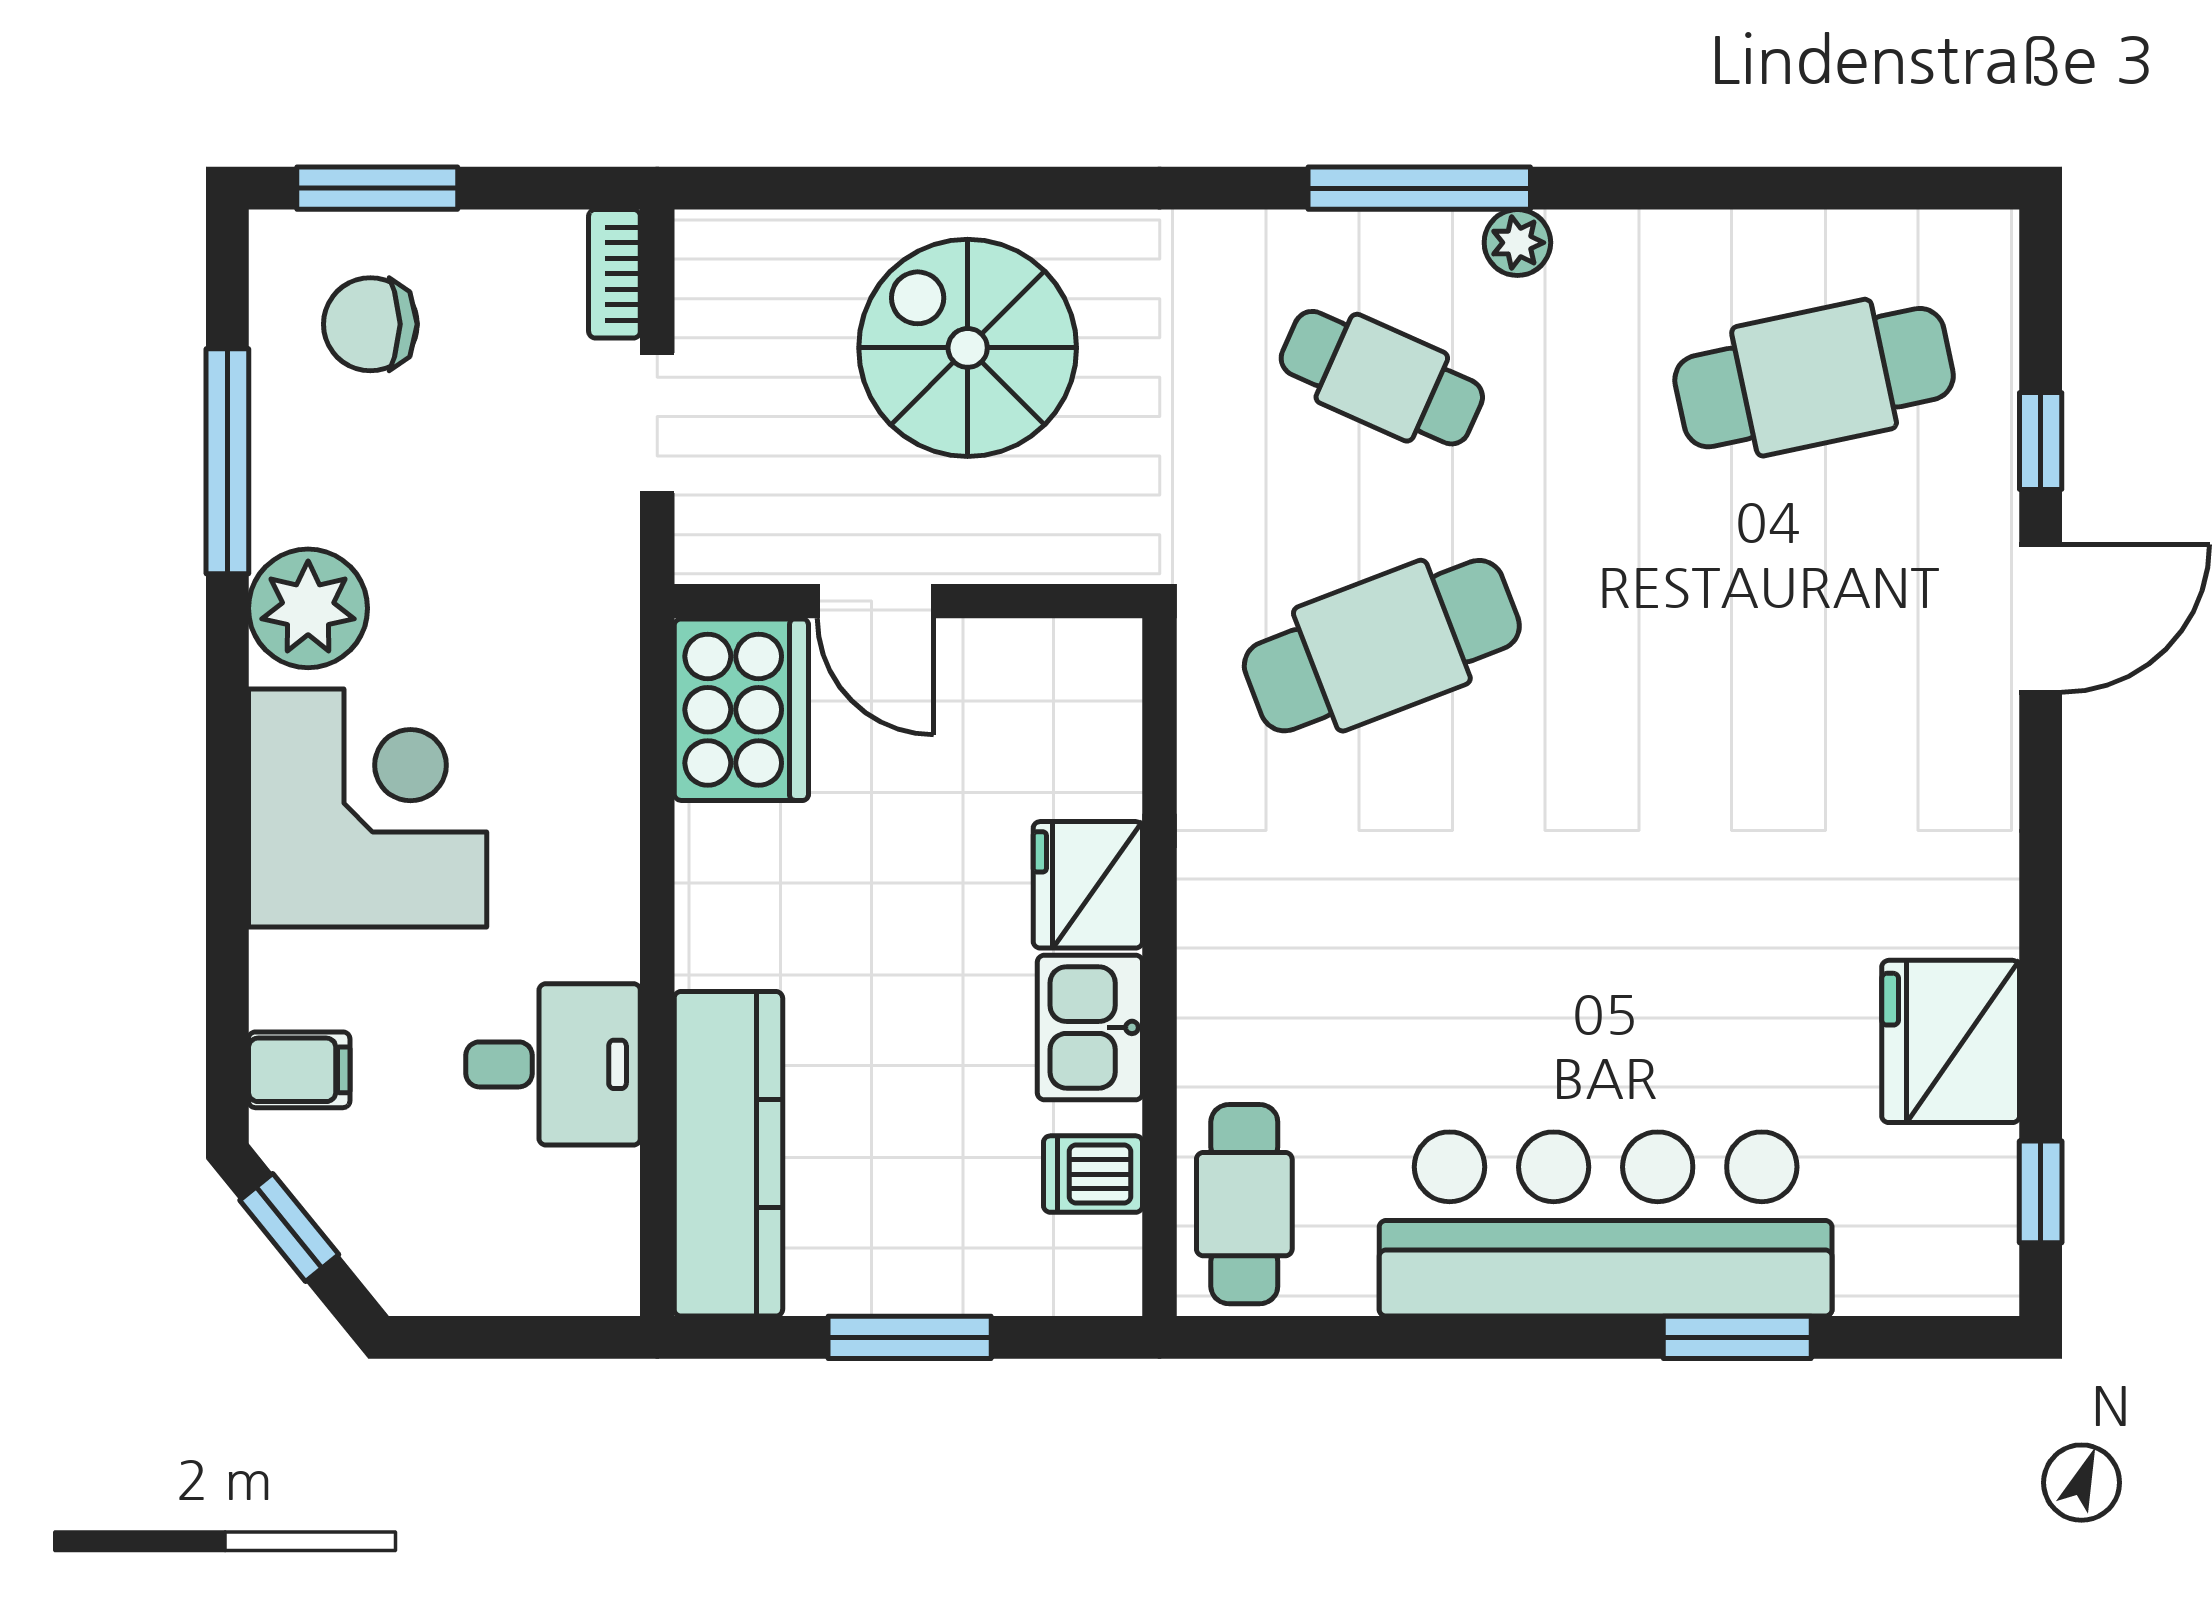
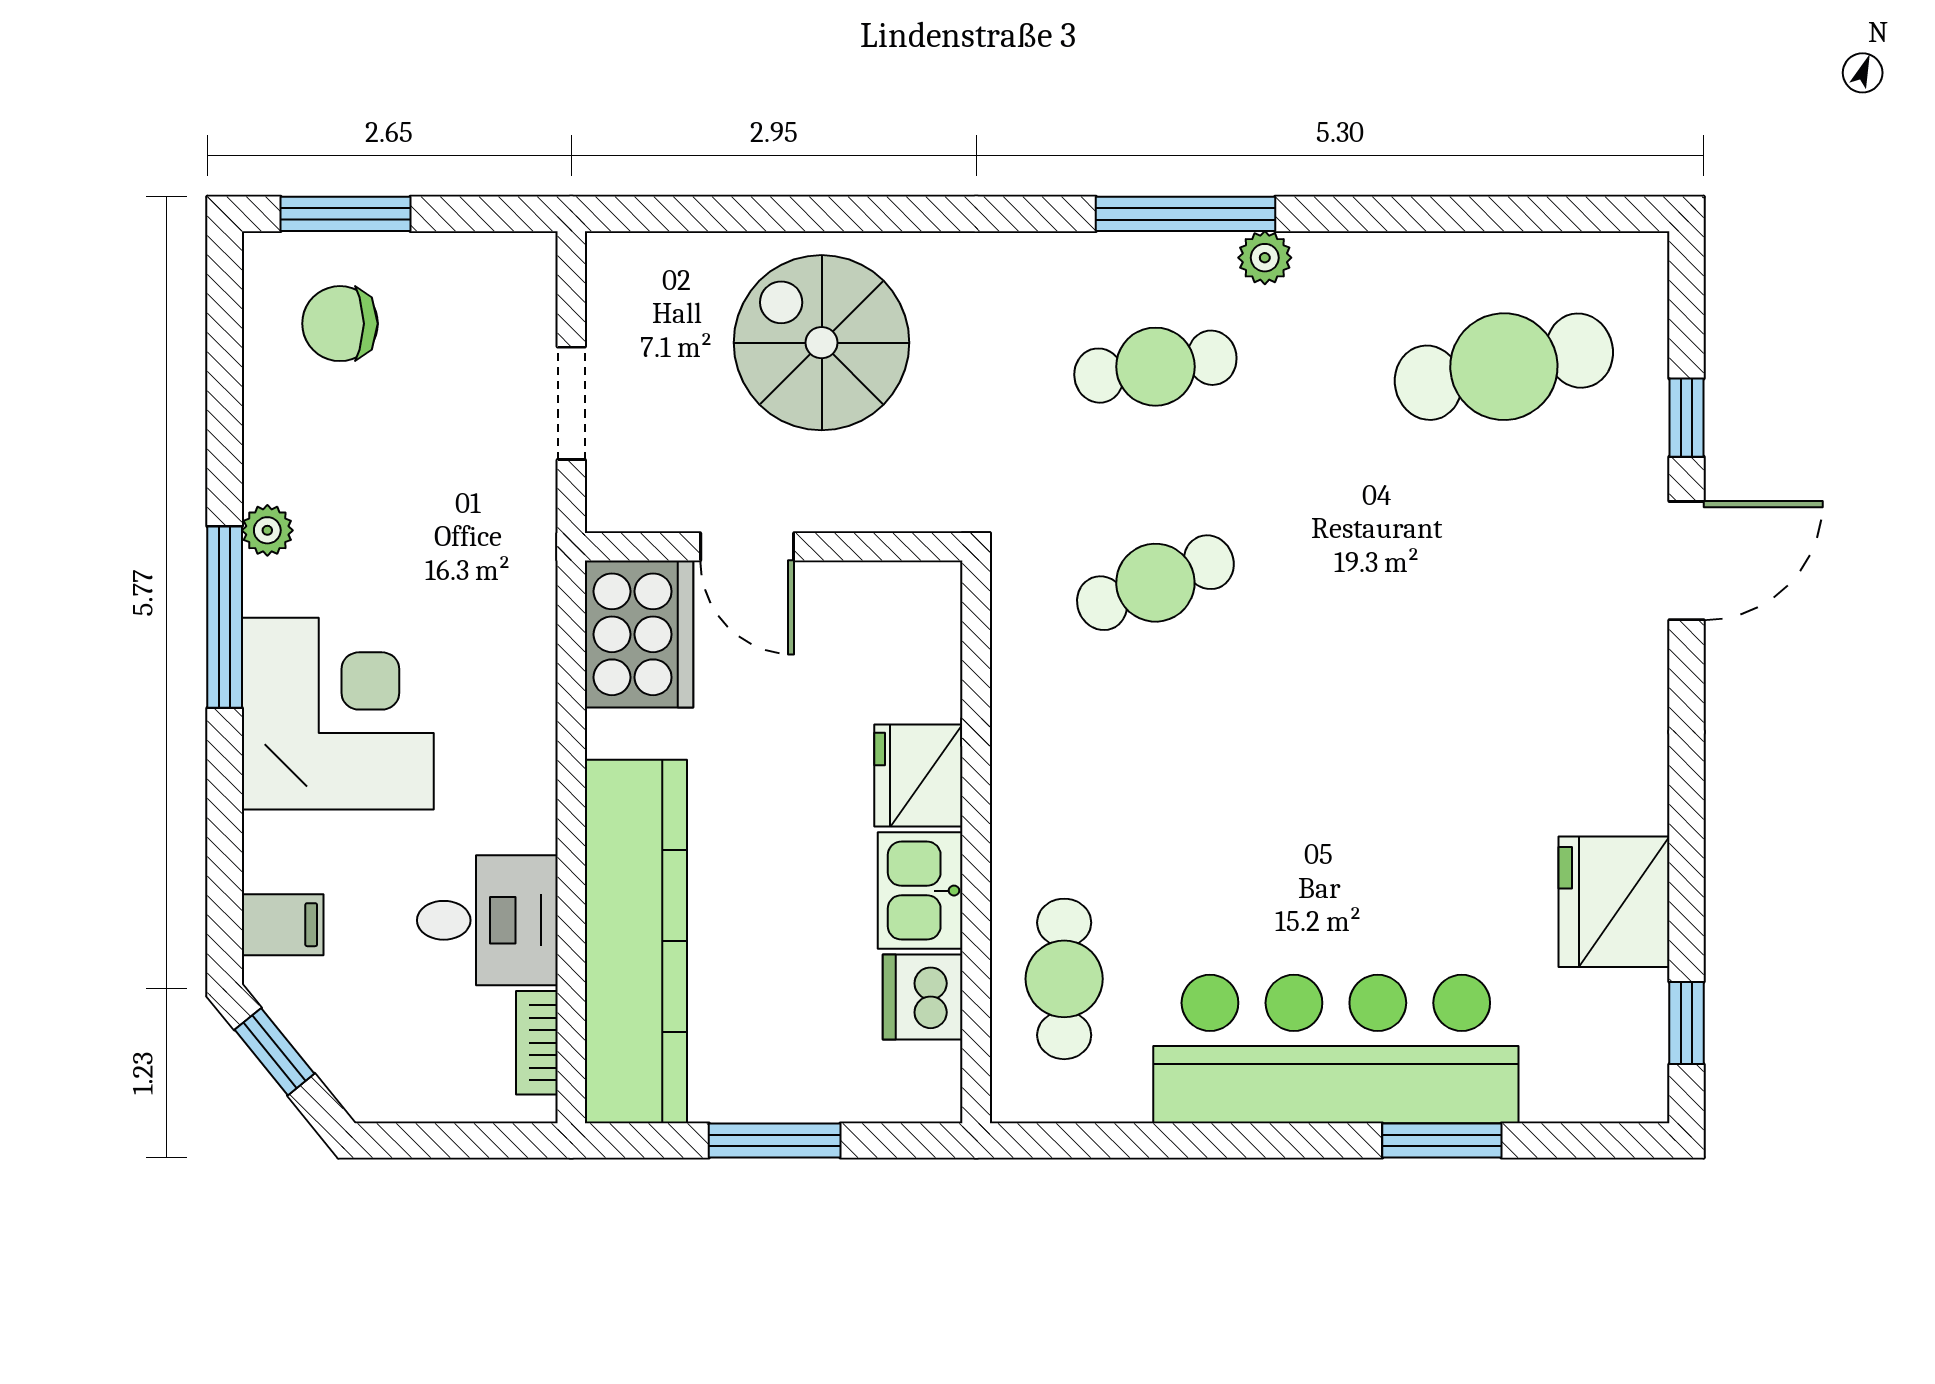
bookcase: (614, 274) -> (537, 1043), moved
cafe table: (1382, 378) -> (1155, 367), turned -33
window: (227, 461) -> (225, 617), moved
plant: (308, 608) -> (267, 530), width x0.53, depth x0.53
cafe table: (1382, 646) -> (1155, 583), width x0.73, depth x0.74
kitchen counter: (728, 1154) -> (636, 941), width x1.39, depth x1.17
dishwasher: (1093, 1174) -> (923, 997), width x1.38
cafe table: (1244, 1204) -> (1064, 979), moved

